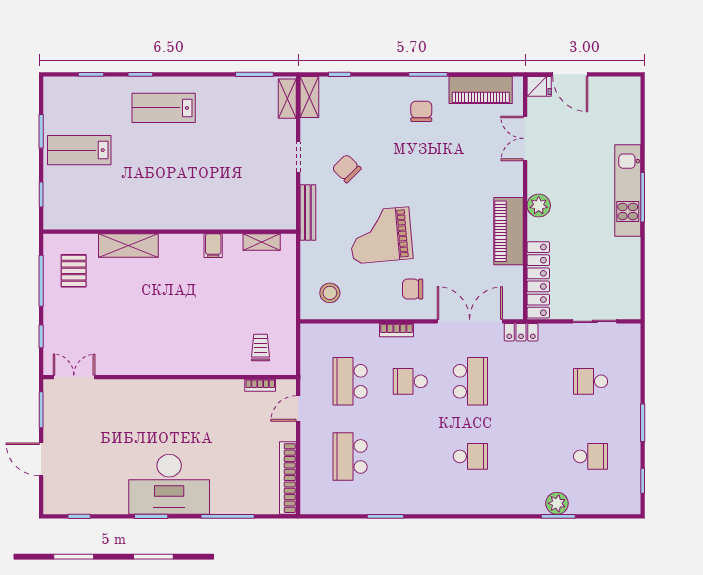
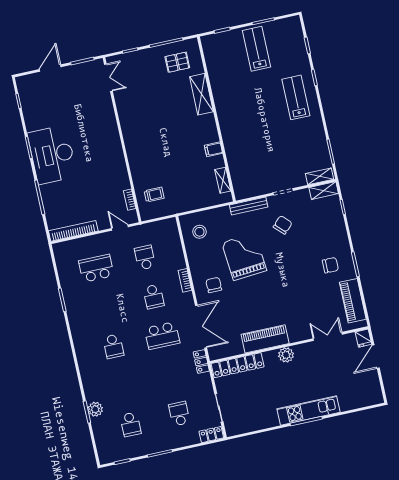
locker: (632, 341) -> (211, 435), added
school desk: (350, 381) -> (145, 258), width x0.54
school desk: (410, 381) -> (154, 297), turned 180

